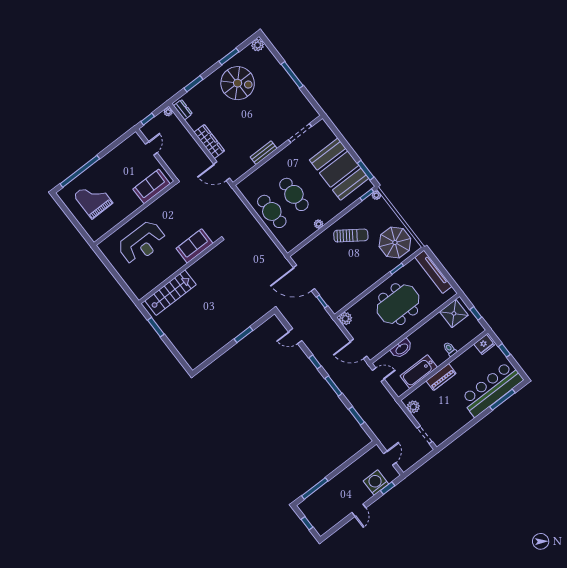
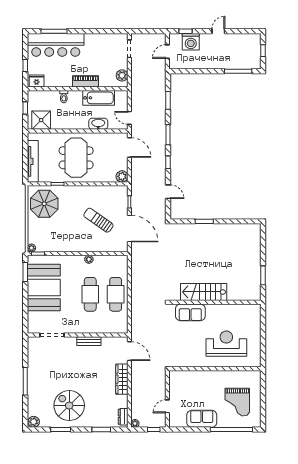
sofa: (151, 186) -> (202, 419), moved, turned 180
sun lounger: (351, 236) -> (98, 220), moved
stairs: (171, 293) -> (204, 292), moved
meeting table: (398, 304) -> (76, 158), turned 90

